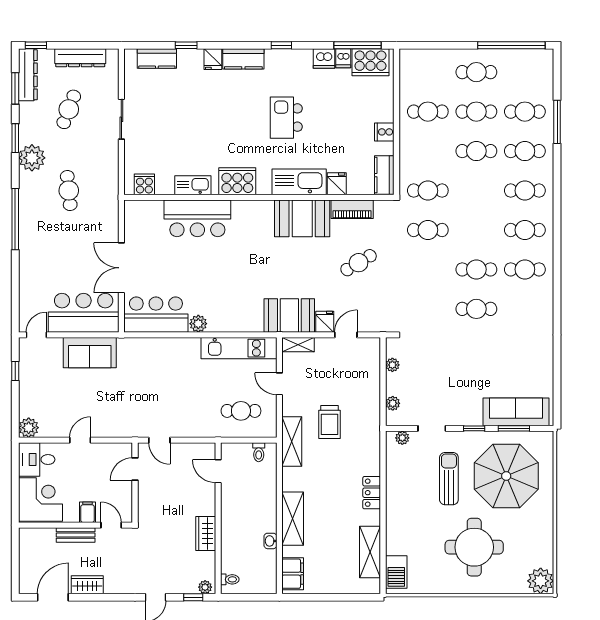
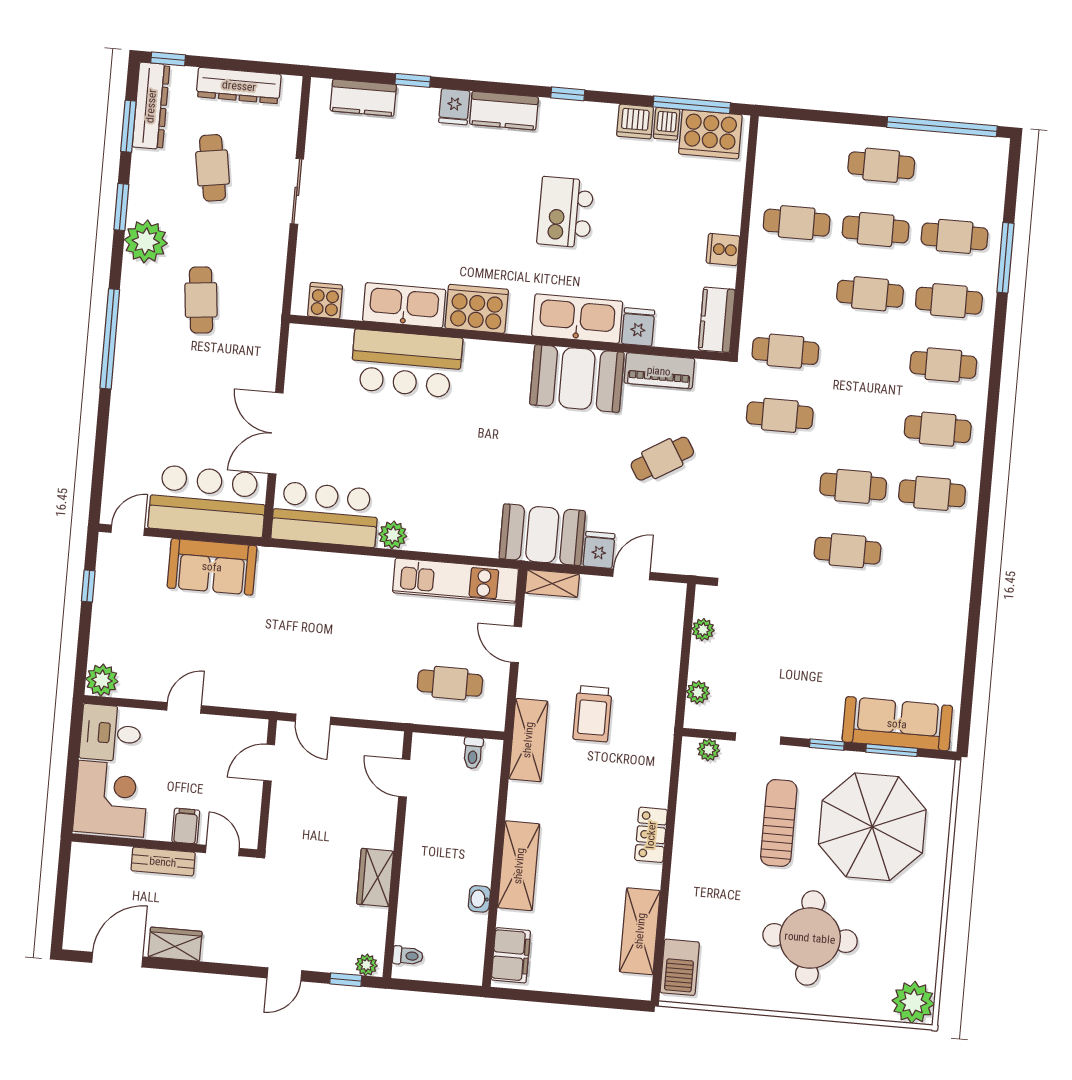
cafe table: (69, 109) -> (213, 168), turned -30
kitchen sink: (193, 185) -> (404, 305), width x1.36, depth x1.24

